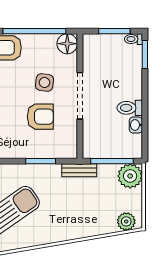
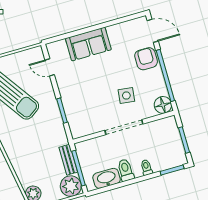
toilet: (133, 39) -> (146, 167), moved
armchair: (40, 117) -> (98, 100), removed
washbasin: (136, 125) -> (107, 178), width x1.91, depth x1.45
bench: (79, 170) -> (68, 160), moved

